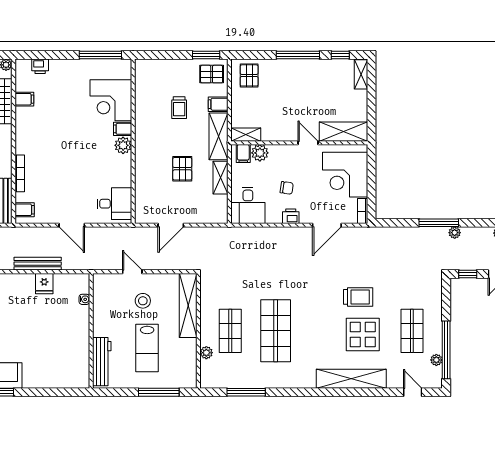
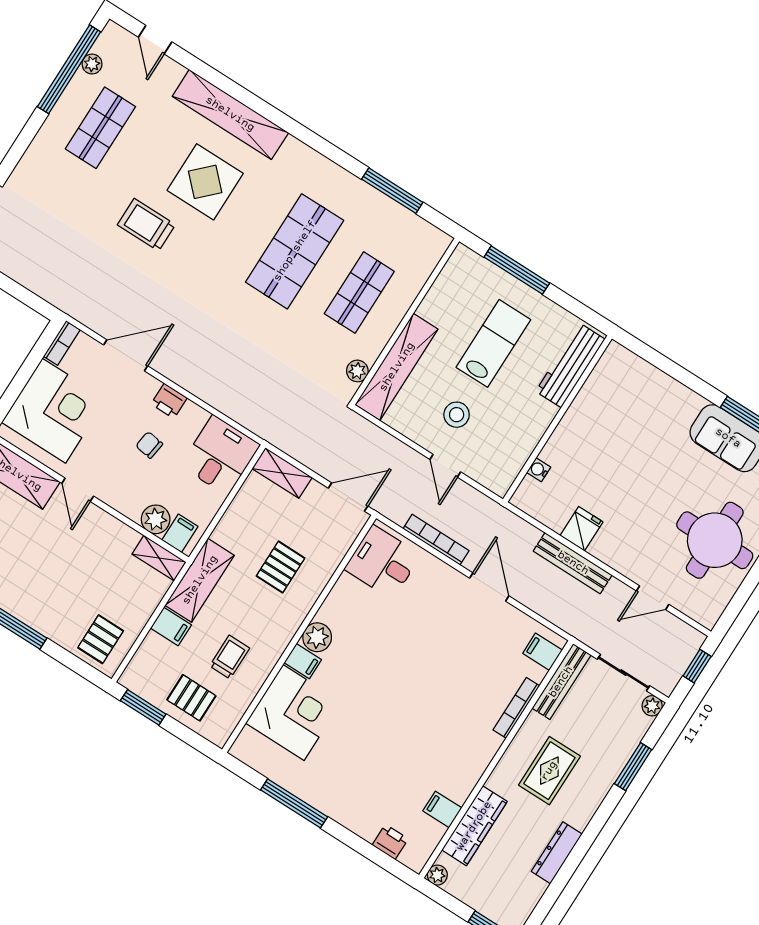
pallet: (212, 74) -> (191, 698), moved
corner desk: (111, 100) -> (293, 713), moved
filing cabinet: (123, 129) -> (303, 661), moved
wall: (133, 141) -> (299, 634), moved
plant: (123, 145) -> (317, 637), moved
shelving: (220, 178) -> (282, 473), moved, turned 90
desk: (114, 204) -> (383, 562), moved
bookcase: (113, 232) -> (436, 540), added
display table: (363, 335) -> (205, 182), moved
plant: (206, 353) -> (357, 371), moved

